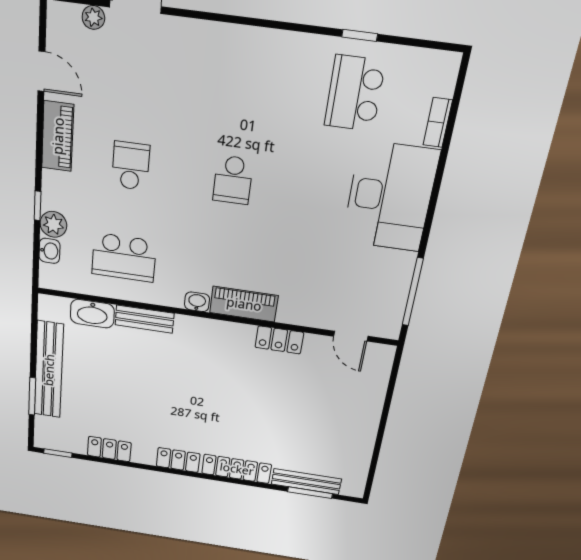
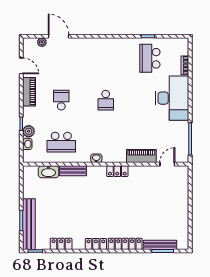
piano: (244, 304) -> (141, 156), moved
door: (351, 336) -> (167, 164), swing flipped
locker: (279, 340) -> (117, 171), moved
bench: (49, 370) -> (29, 224), moved

